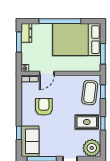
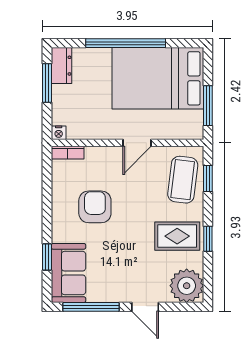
door: (47, 73) -> (137, 143), moved

